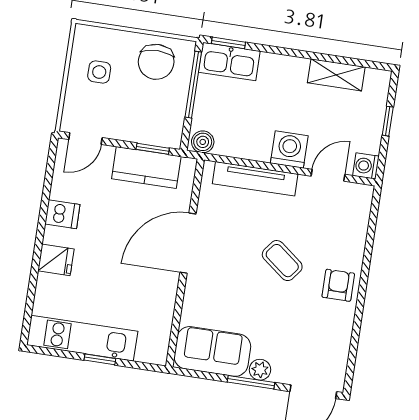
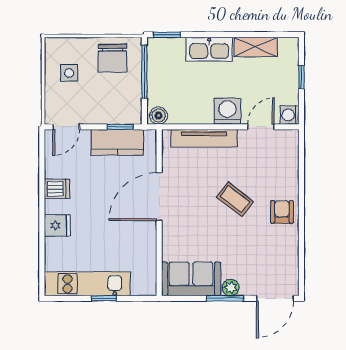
kitchen sink: (229, 62) -> (209, 49), moved

